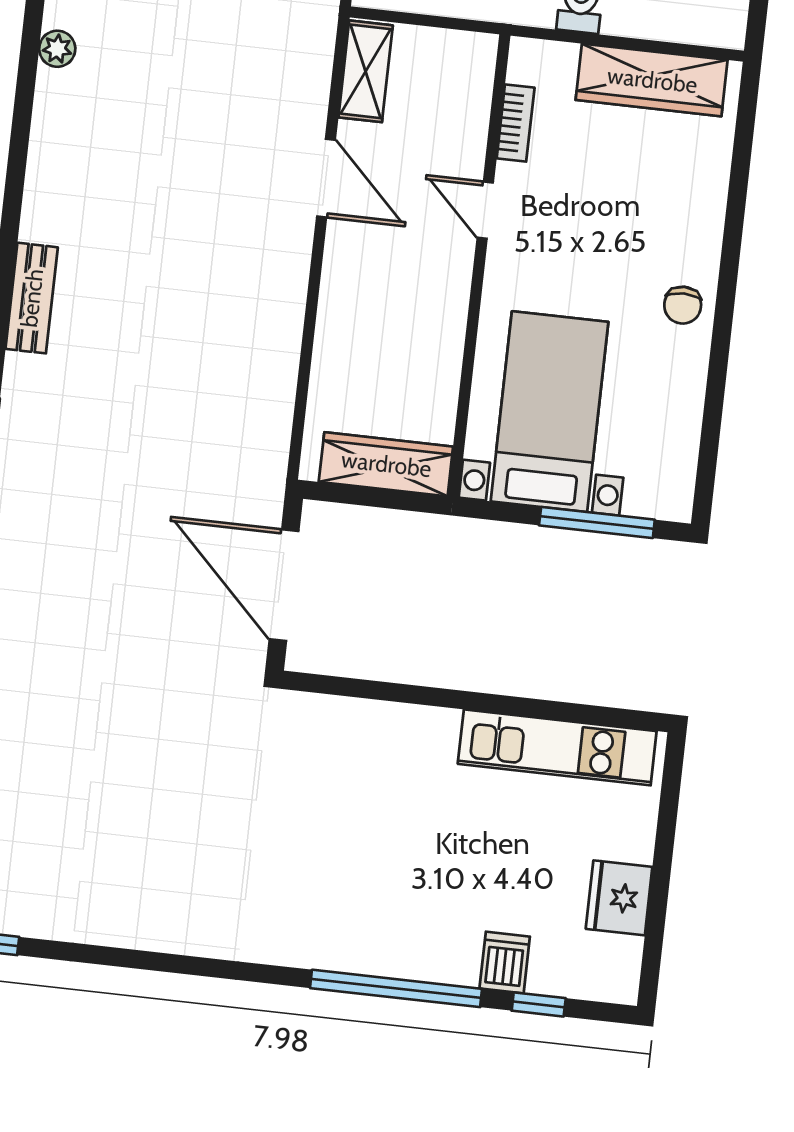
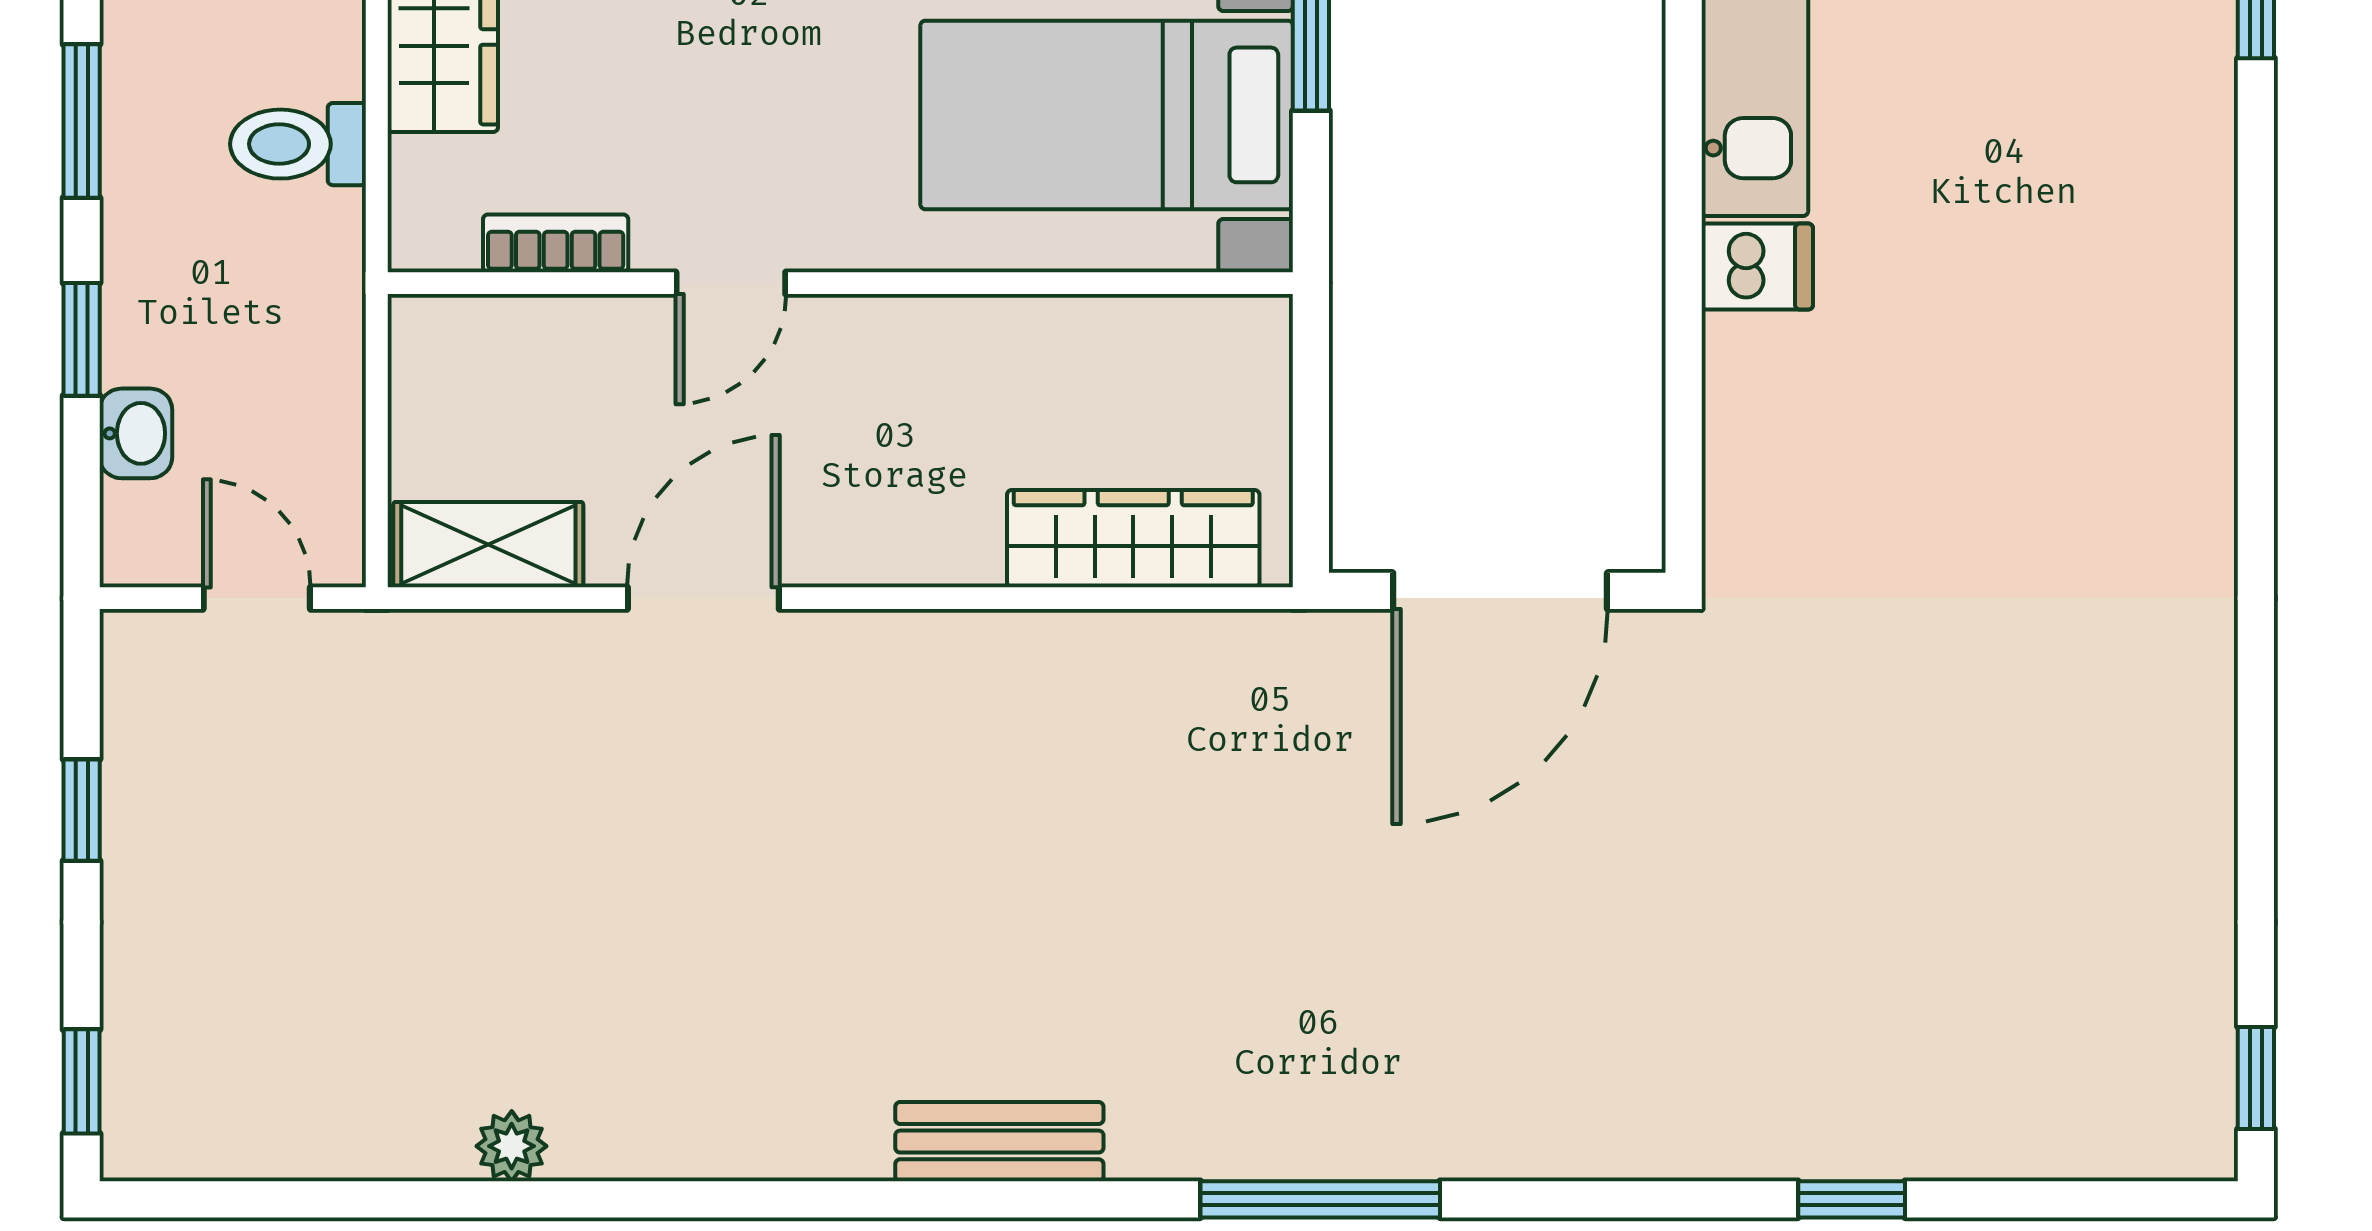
wardrobe: (386, 464) -> (1133, 539), moved, turned 90
dishwasher: (505, 963) -> (1757, 267), moved, turned 180
window: (396, 988) -> (2256, 287), removed

